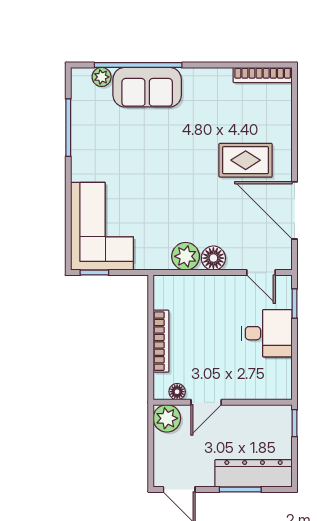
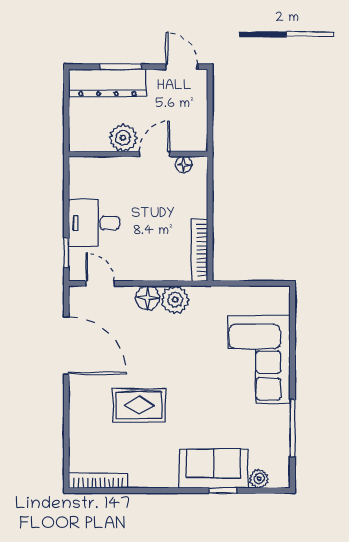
window: (138, 65) -> (223, 491), width x0.32
rug: (246, 160) -> (139, 405), moved
corner sofa: (102, 226) -> (259, 359), moved
window: (94, 273) -> (266, 283), removed
bookcase: (161, 341) -> (200, 250), moved
plant: (167, 418) -> (123, 138), moved
window: (295, 423) -> (66, 133), removed

